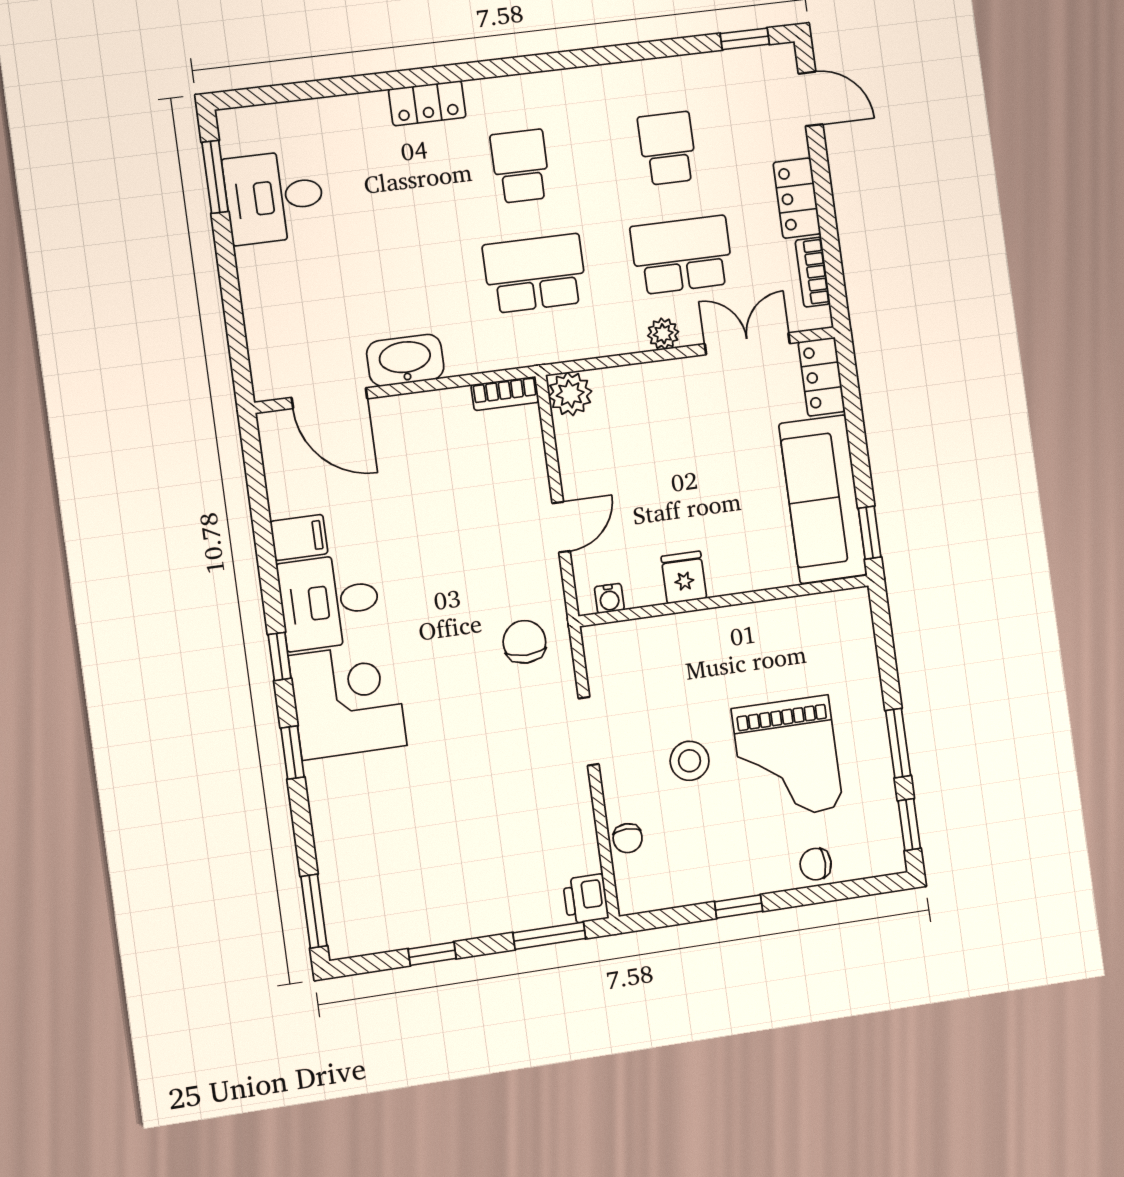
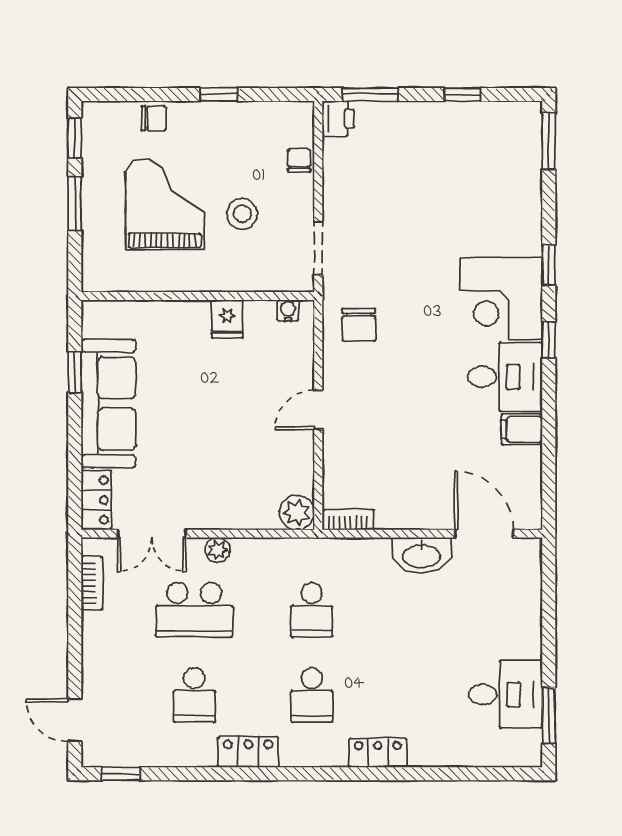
locker: (797, 198) -> (248, 752), moved, turned -90
school desk: (535, 274) -> (312, 610), width x0.54
fridge: (684, 577) -> (227, 319), moved
water cooler: (609, 598) -> (288, 311), moved
wall: (724, 601) -> (198, 296), moved

